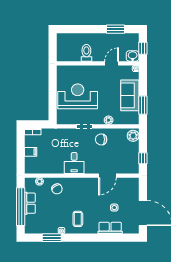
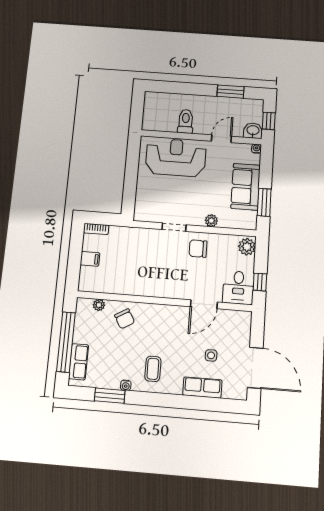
reception desk: (78, 96) -> (176, 158), moved
desk: (74, 163) -> (238, 288), moved
row of seats: (30, 203) -> (78, 362), moved

